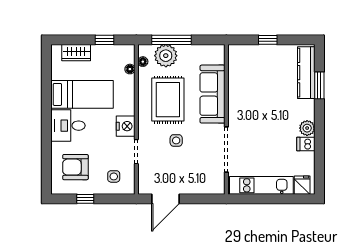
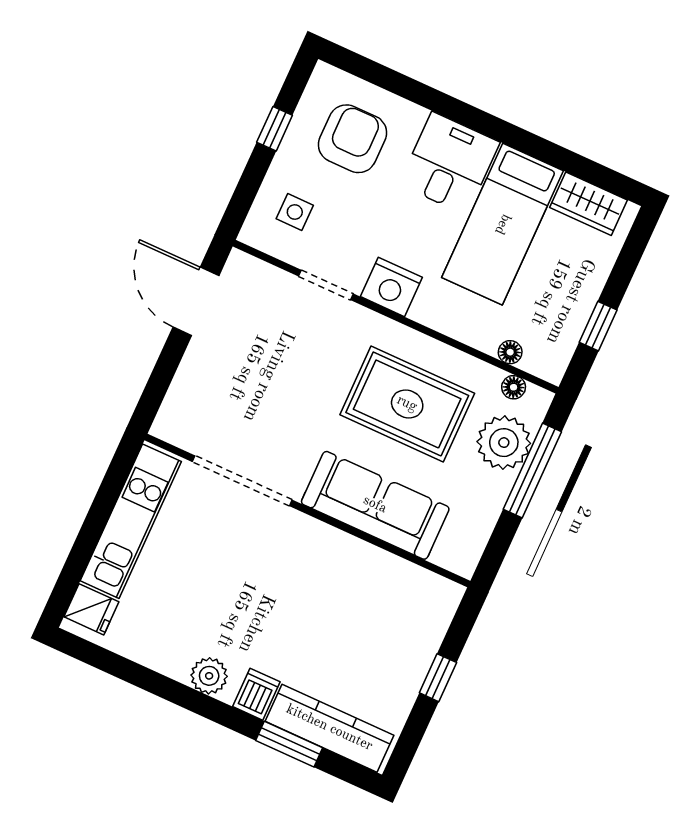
wardrobe: (76, 53) -> (589, 204), moved, turned -90
side table: (176, 140) -> (311, 382), removed
dishwasher: (306, 144) -> (256, 694), moved

